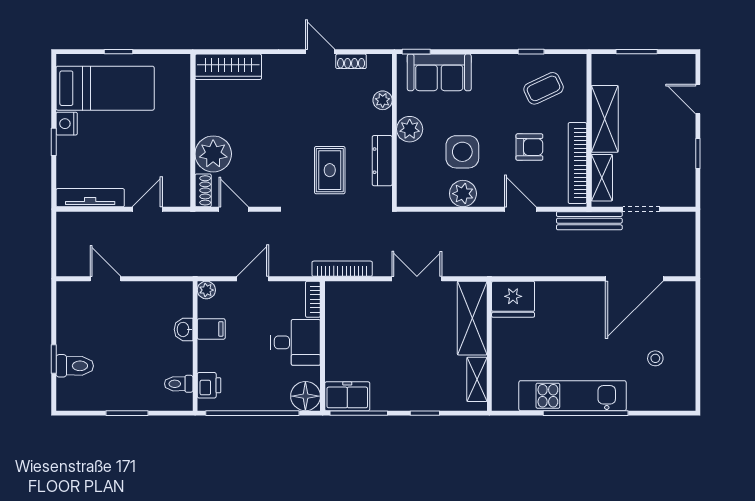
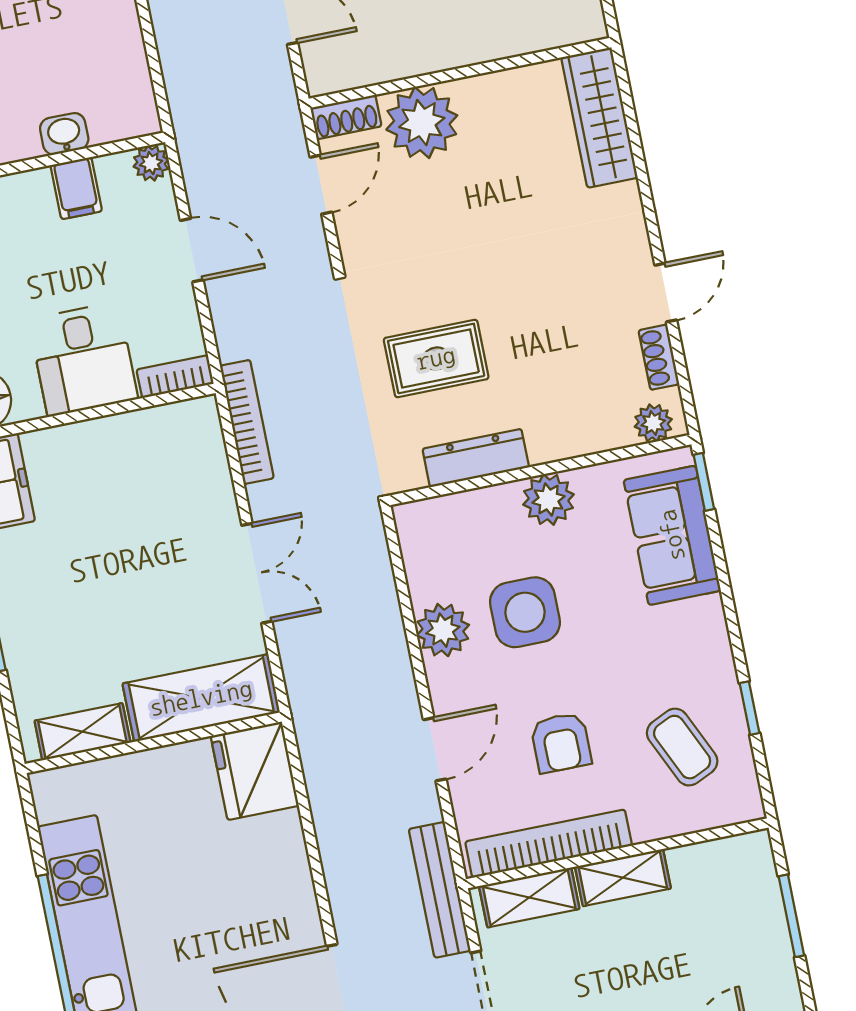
plant: (383, 100) -> (653, 423), moved
shelving: (605, 119) -> (623, 878), width x0.67, depth x0.75

